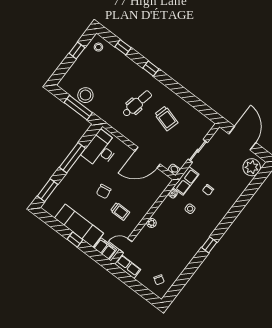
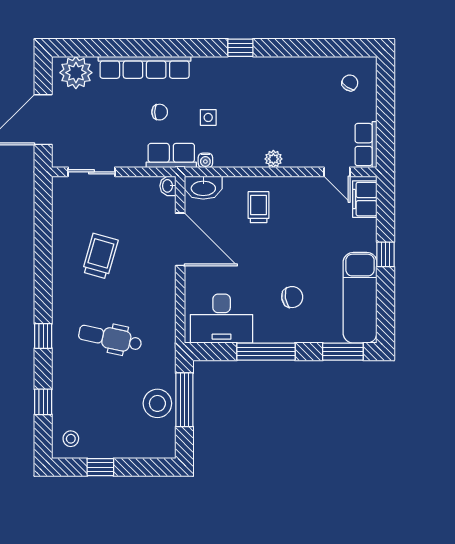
dental chair: (137, 104) -> (110, 338), moved
sliding door: (198, 151) -> (92, 172), moved
washbasin: (162, 184) -> (203, 188), added
chair: (104, 191) -> (292, 297), moved
row of seats: (232, 198) -> (145, 67), added
trolley: (120, 211) -> (259, 207), moved
exam couch: (79, 226) -> (360, 298), moved

